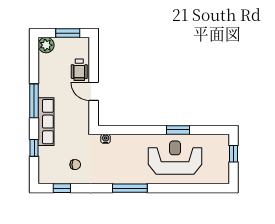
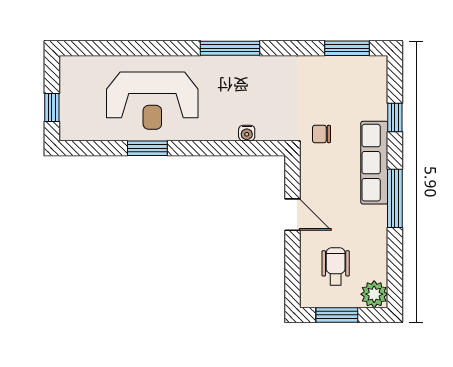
wheelchair: (79, 70) -> (336, 266), moved
water cooler: (106, 139) -> (247, 133), moved
chair: (75, 165) -> (322, 134), moved
window: (62, 188) -> (347, 48), width x1.50

